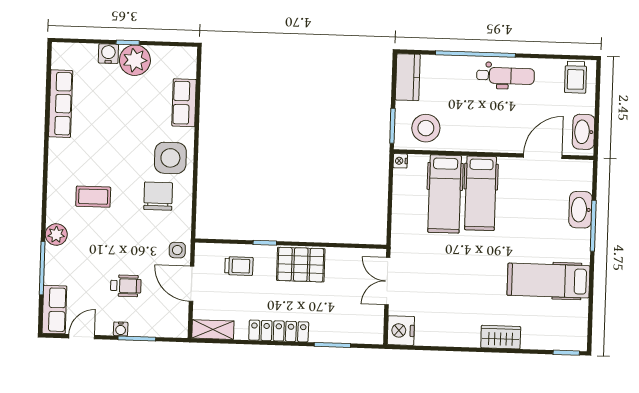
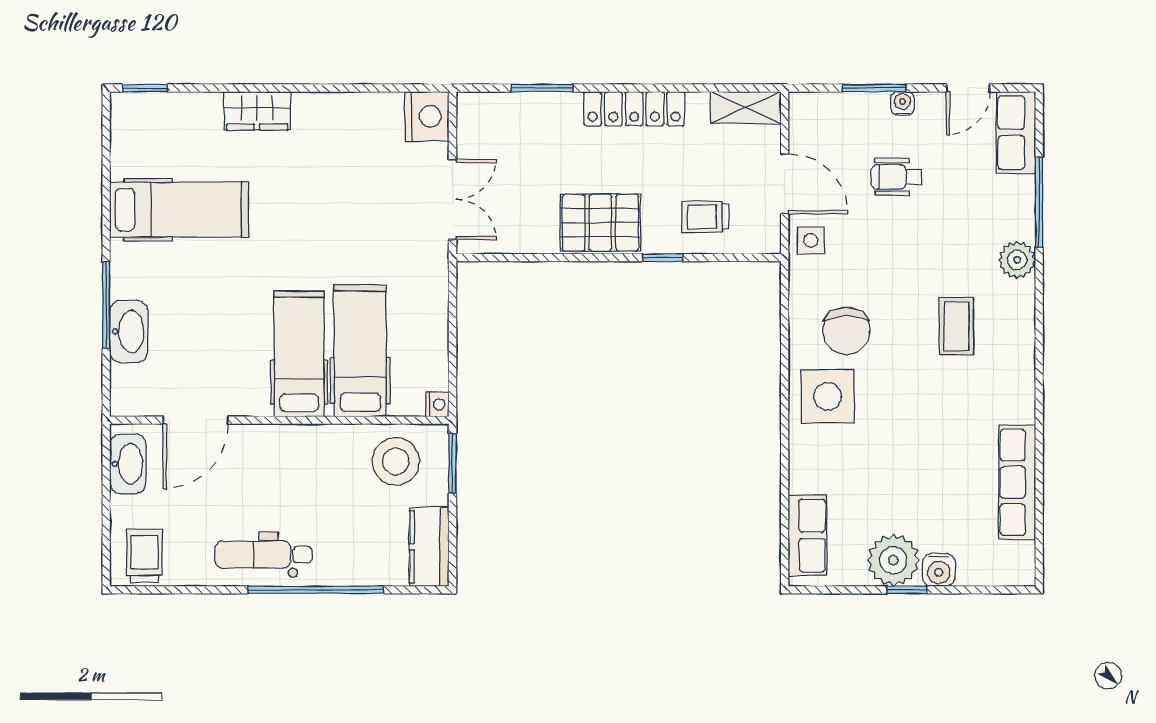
row of seats: (184, 103) -> (807, 535), moved
coffee table: (93, 197) -> (956, 326), turned 90

